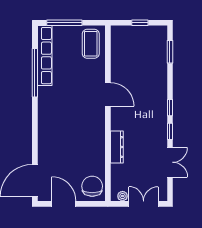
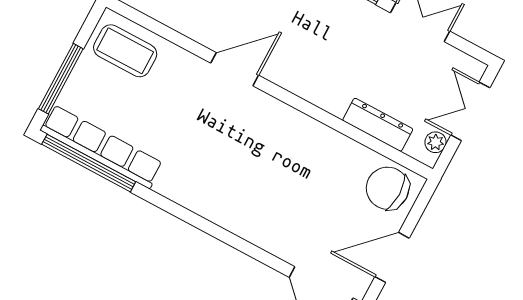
window: (35, 73) -> (89, 163), moved
dresser: (117, 147) -> (378, 125), moved

